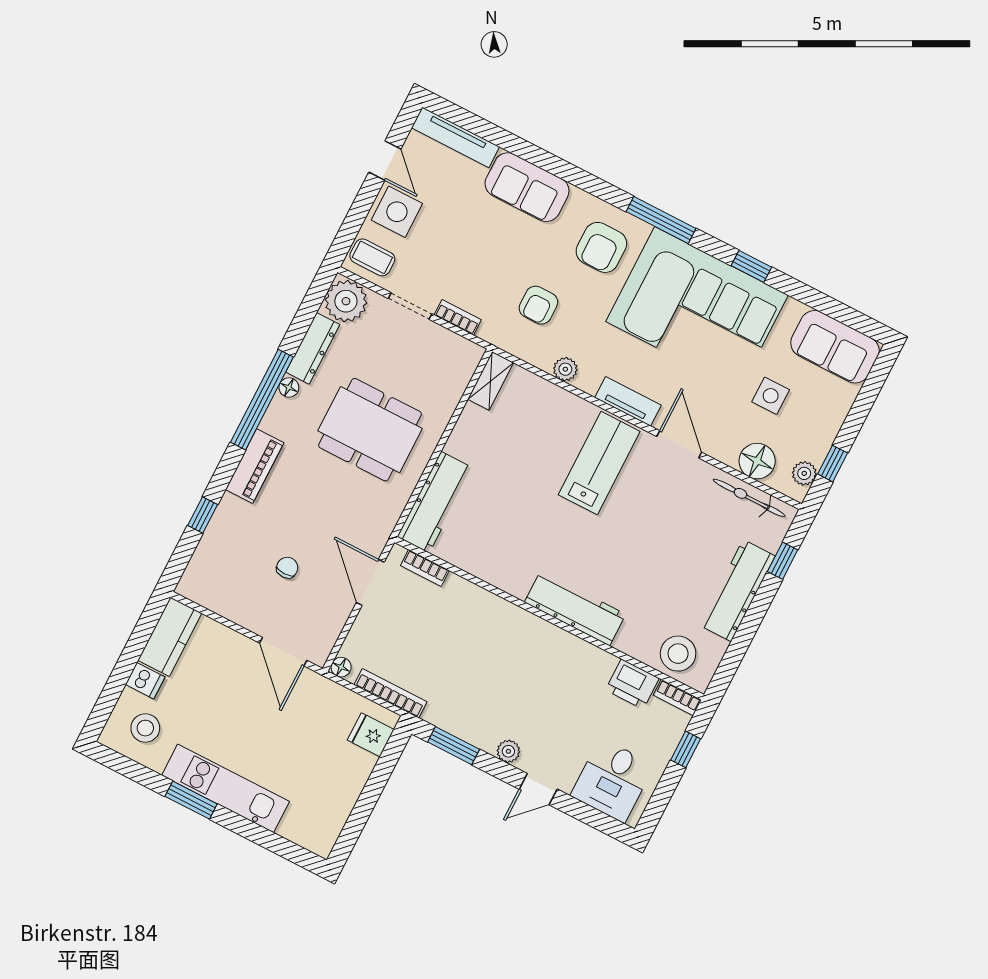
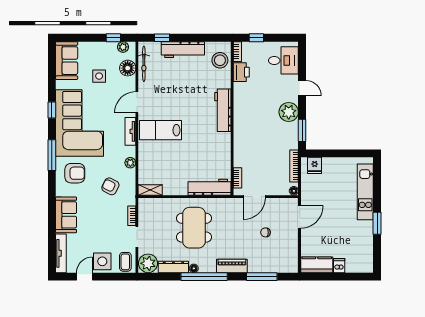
armchair: (538, 305) -> (110, 186), turned -153
window: (203, 515) -> (262, 277), width x2.17
stool: (145, 728) -> (358, 256), removed
plant: (508, 751) -> (289, 112), width x1.87, depth x1.87
kitchen unit: (226, 788) -> (365, 192), moved

